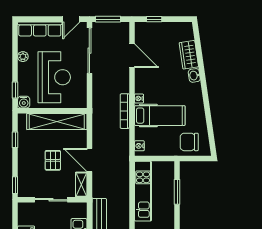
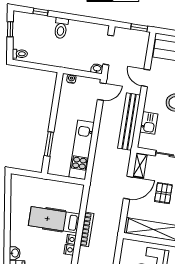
chair: (189, 142) -> (30, 190), removed
nightstand: (139, 146) -> (69, 250), moved
door: (89, 160) -> (128, 188), hinge flipped

